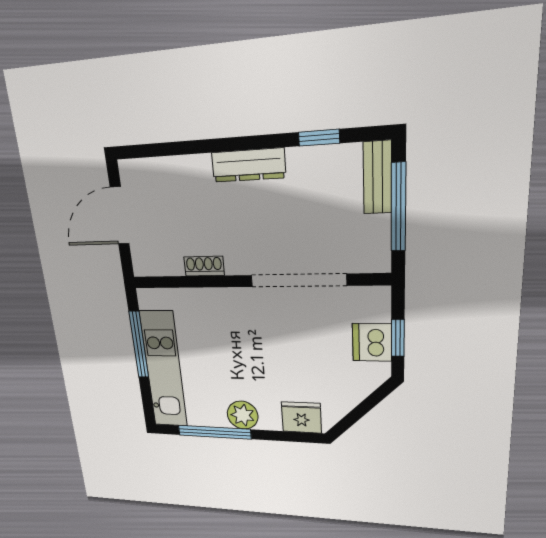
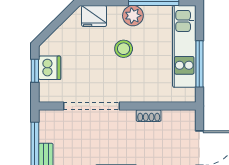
stool: (253, 369) -> (124, 49), added

